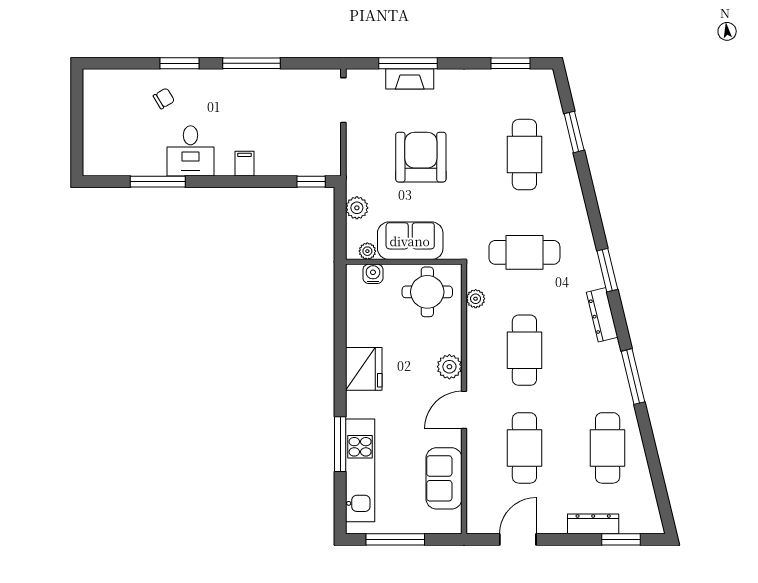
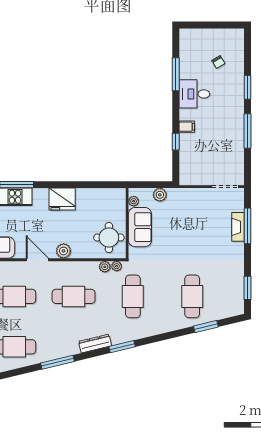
chair: (164, 98) -> (218, 62), moved
cafe table: (524, 155) -> (192, 296), turned 90
armchair: (421, 157) -> (191, 234), removed
window: (311, 182) -> (176, 142), moved
water cooler: (373, 274) -> (120, 205), removed
plant: (475, 279) -> (117, 266), added

